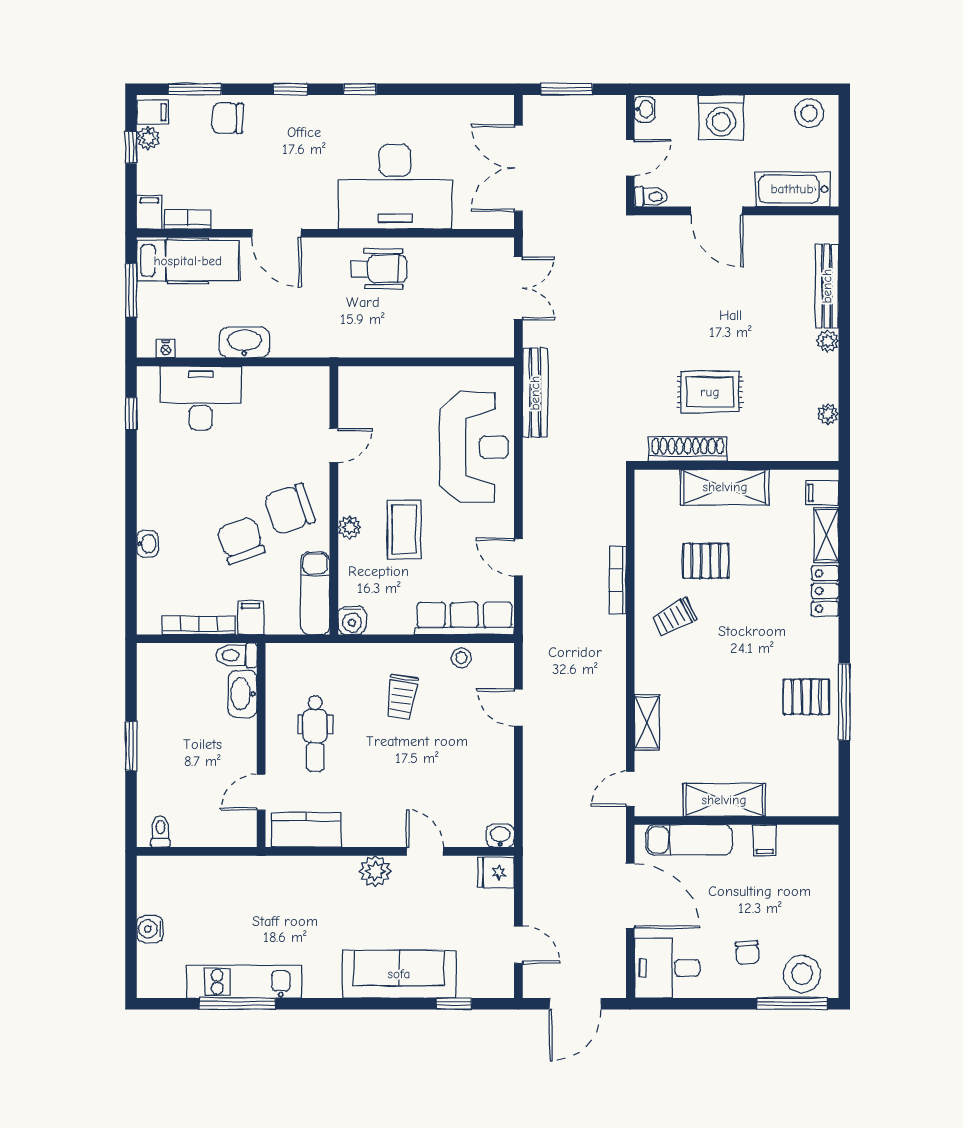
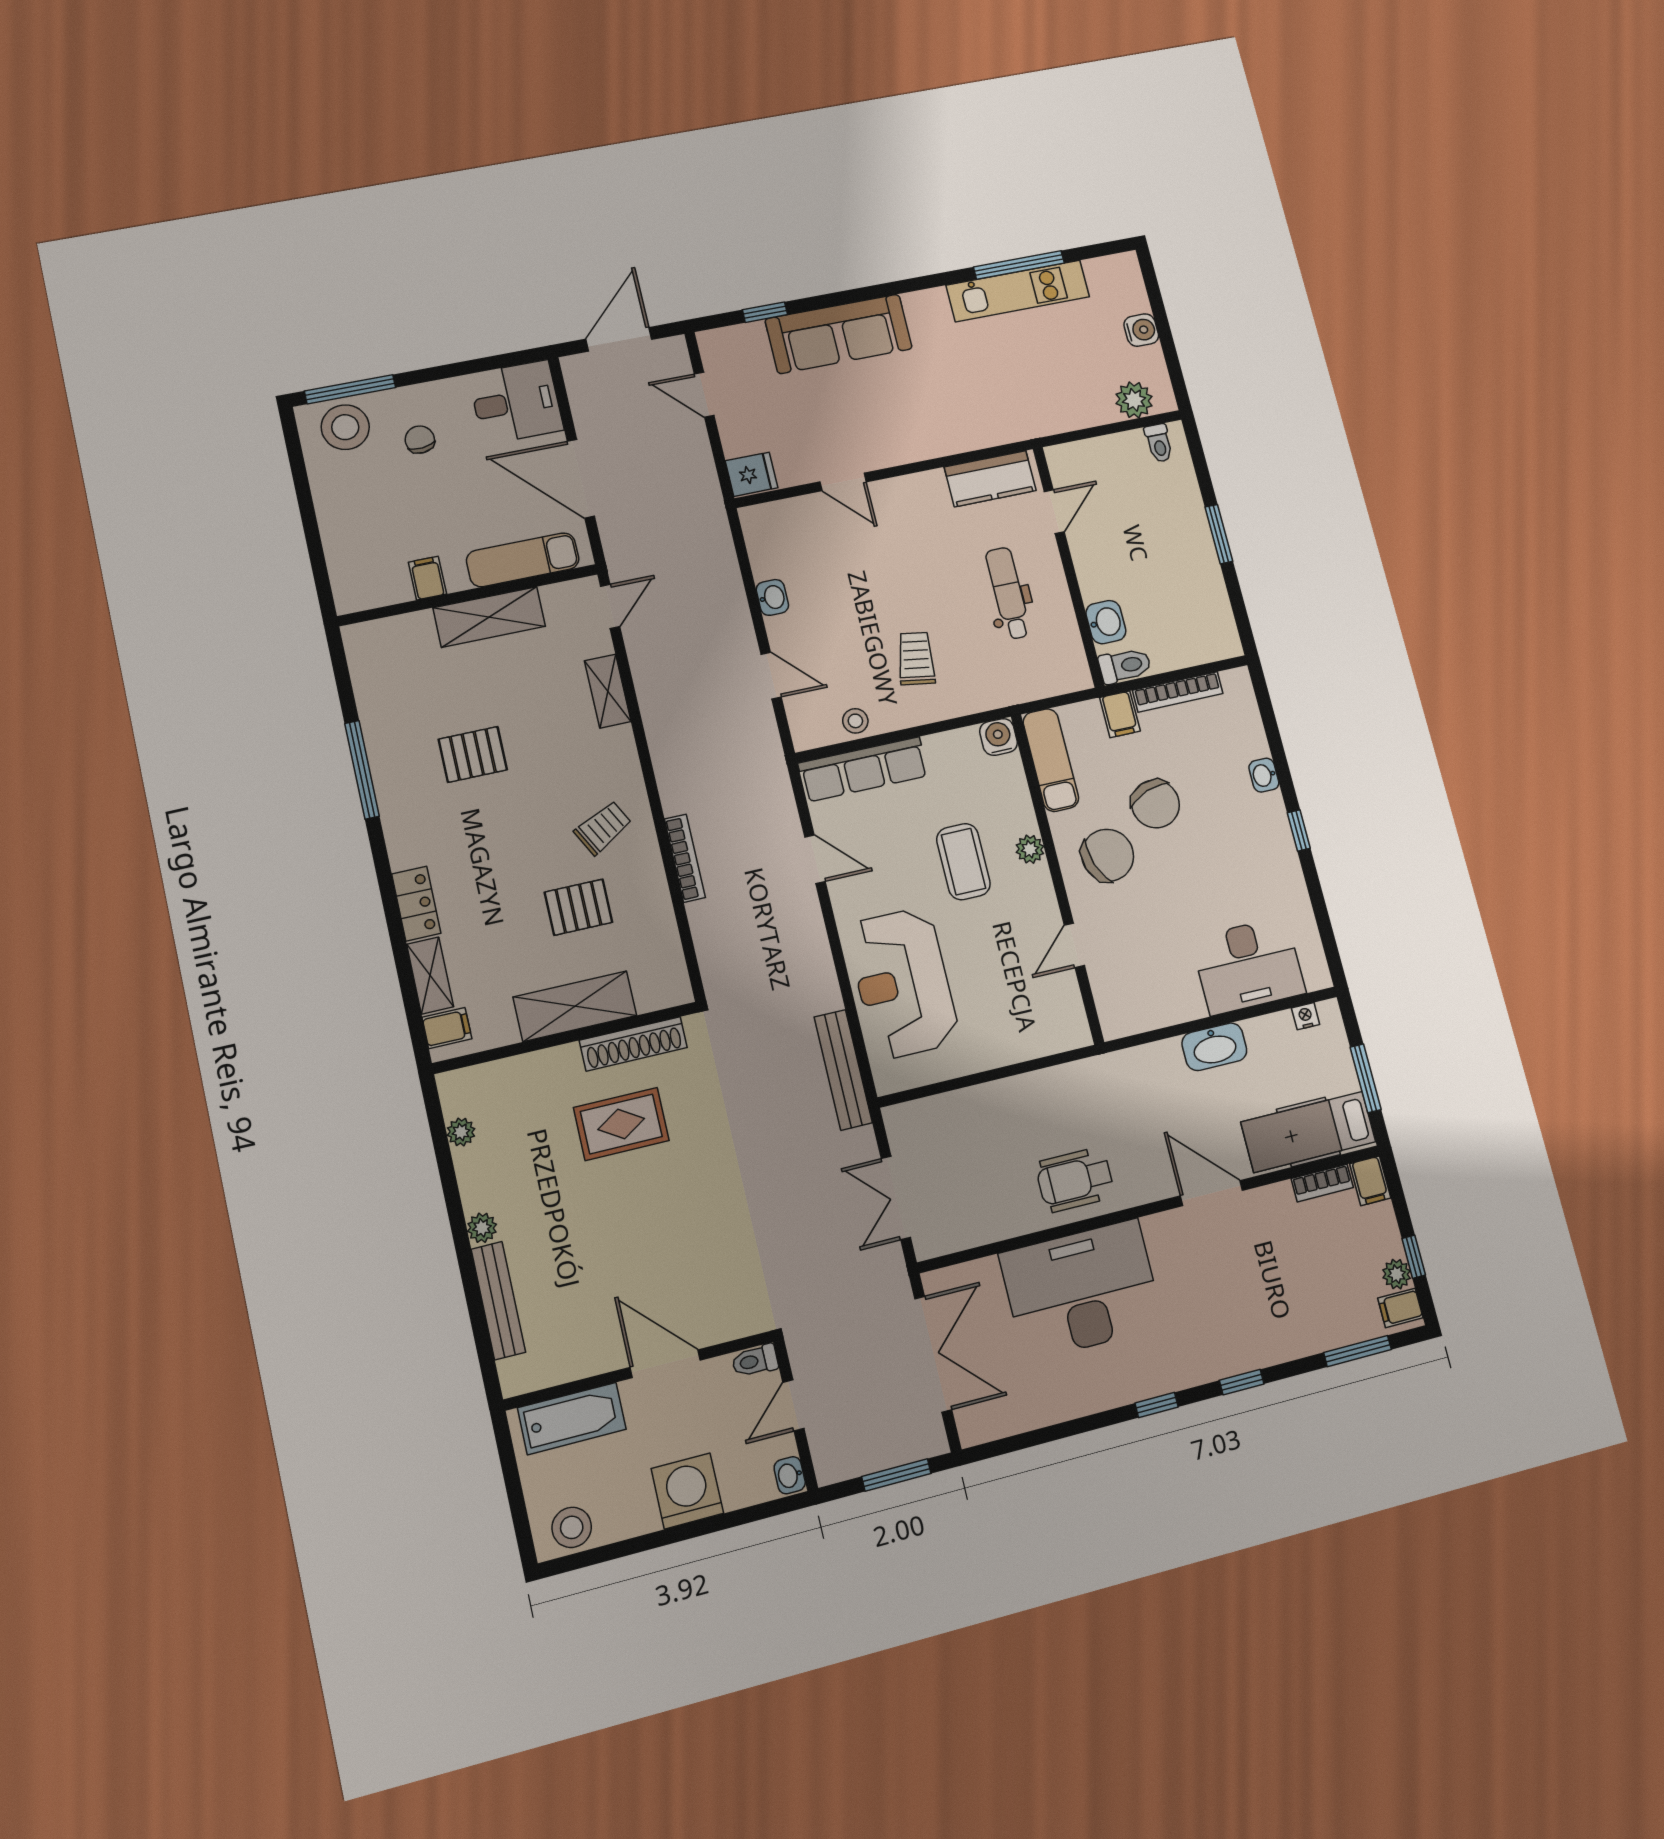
chair: (228, 118) -> (1308, 1324), removed
window: (131, 414) -> (1299, 830), moved
washbasin: (242, 694) -> (1106, 622), width x0.72
pallet: (806, 697) -> (473, 754), moved
washbasin: (500, 836) -> (772, 597), moved, turned -90
plant: (375, 871) -> (1134, 400), moved

